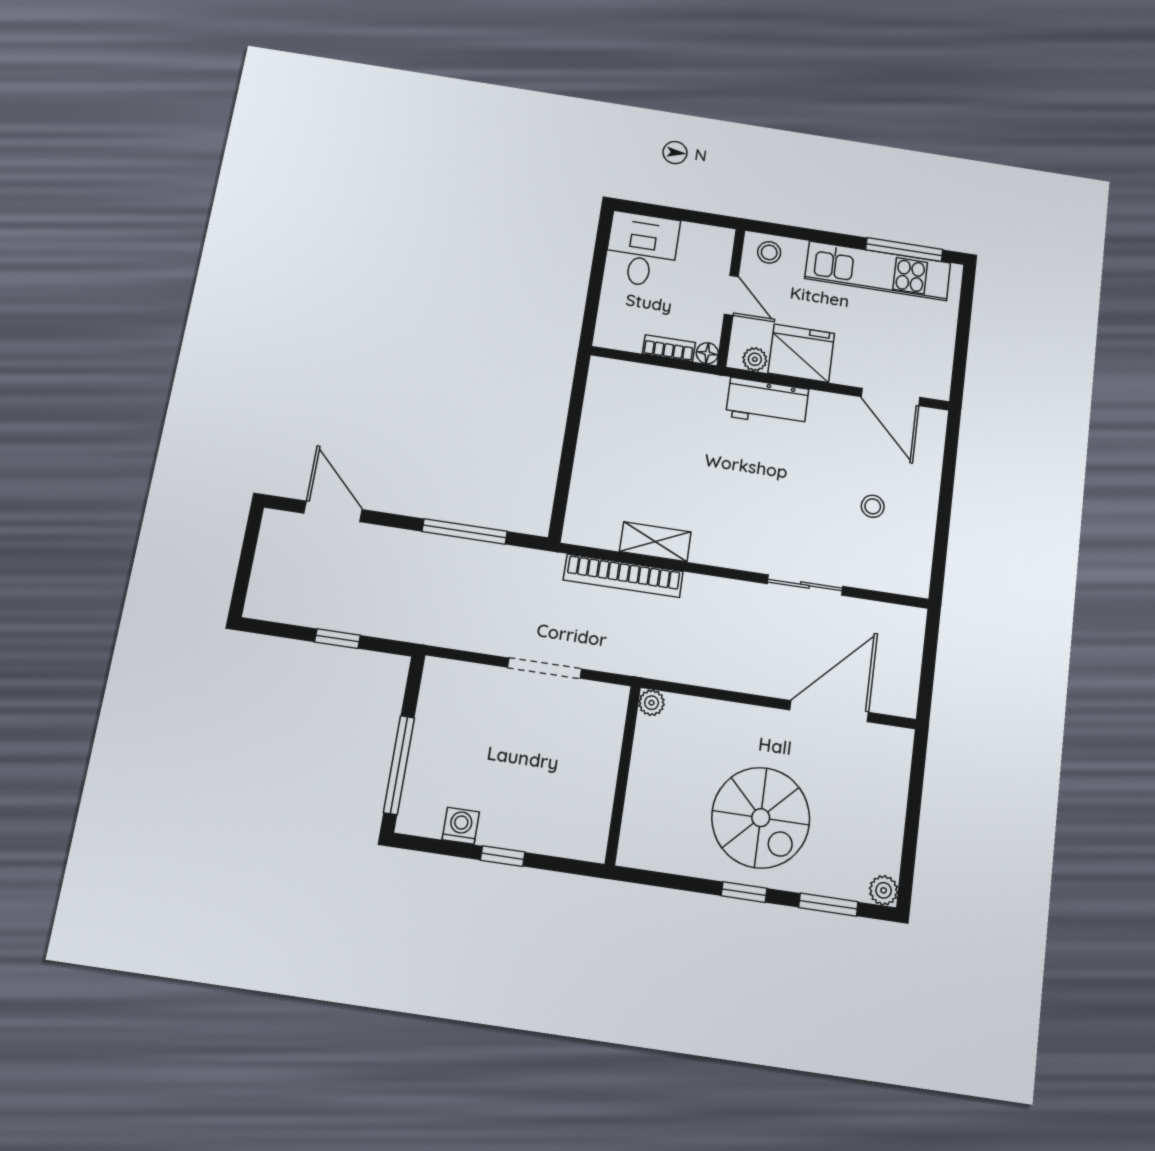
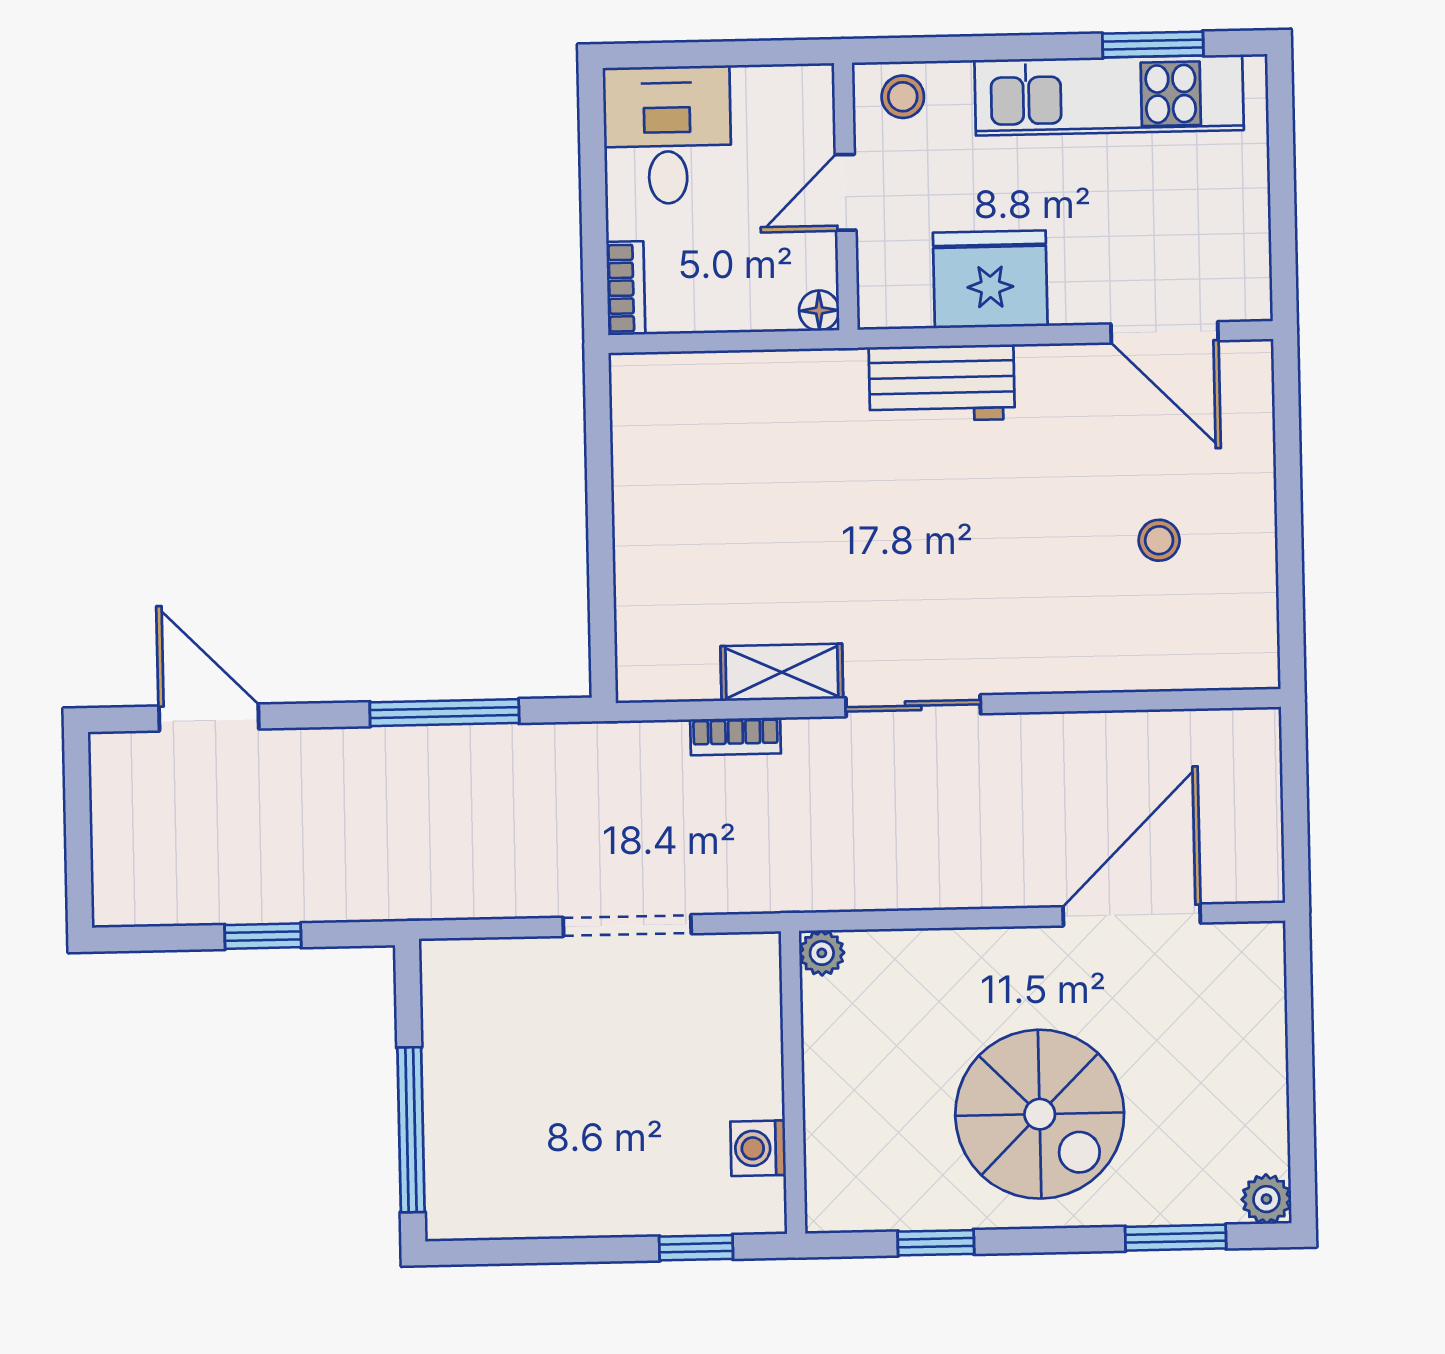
window: (904, 250) -> (1153, 45), width x0.69
door: (731, 295) -> (846, 192), swing flipped
bookcase: (669, 348) -> (626, 288), moved, turned 90
plant: (755, 359) -> (907, 306), removed
bookcase: (623, 576) -> (736, 736), width x0.43, depth x0.76
sliding door: (805, 585) -> (913, 706), moved
washing machine: (461, 826) -> (758, 1148), moved, turned -90
window: (503, 856) -> (696, 1248), moved
window: (744, 892) -> (936, 1243), moved

